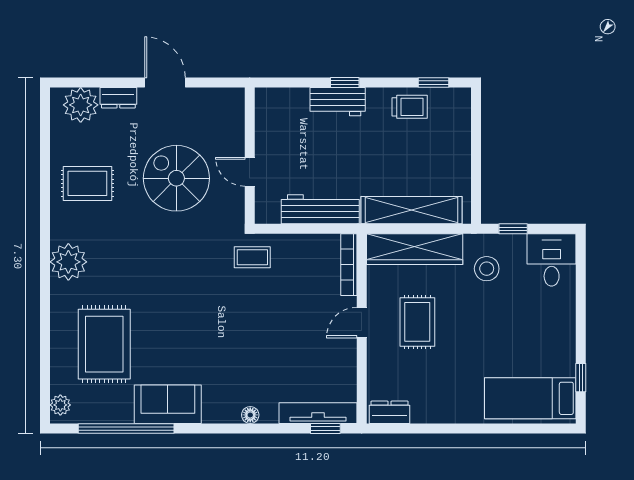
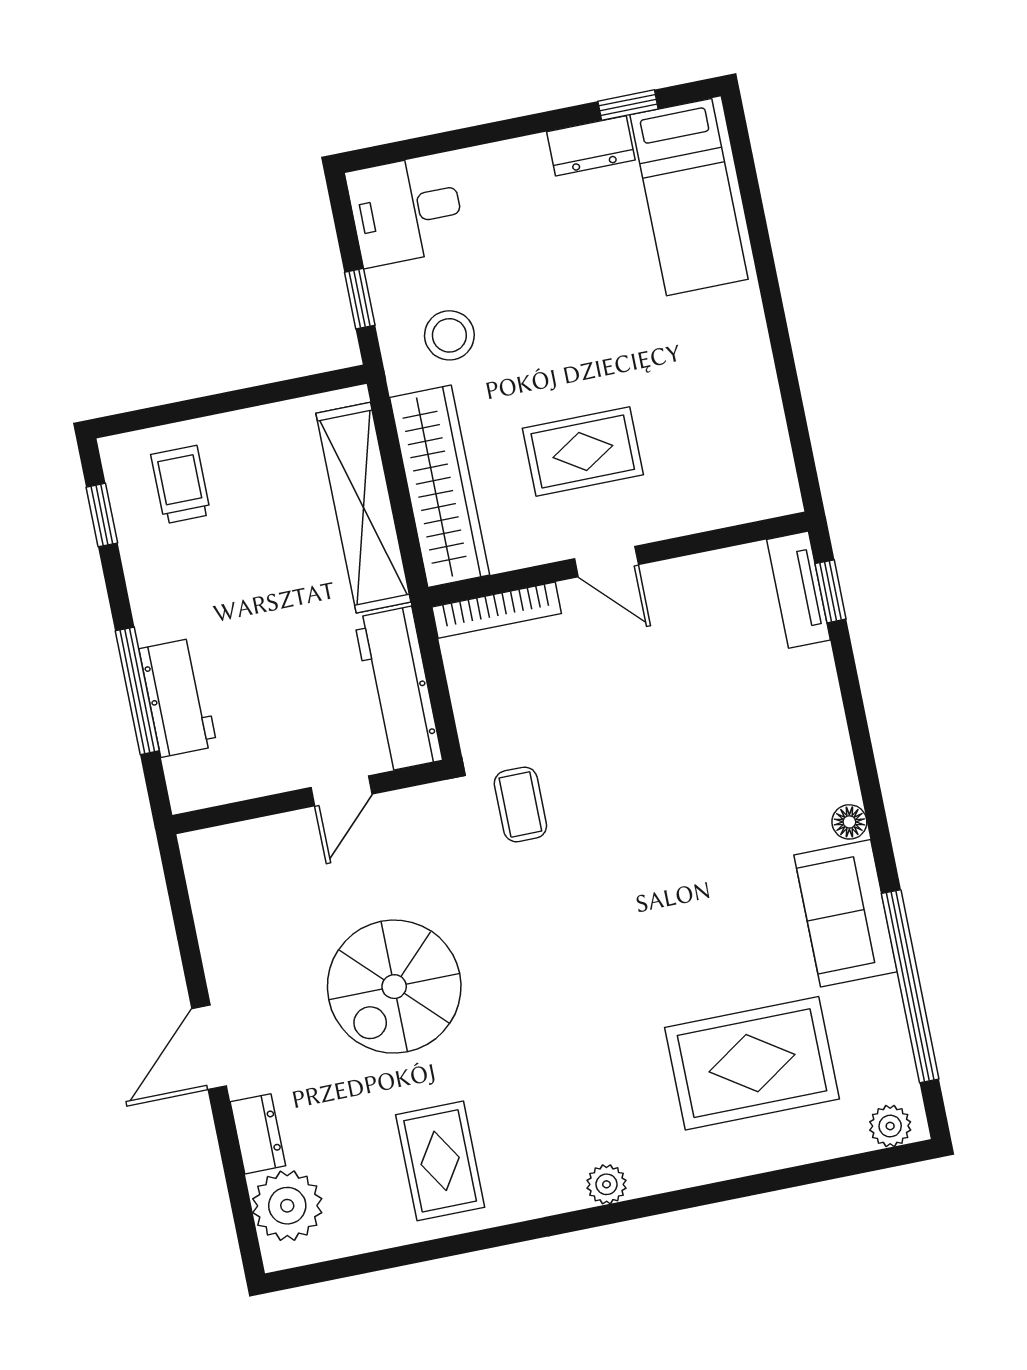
window: (345, 83) -> (137, 691), width x2.17
trolley: (410, 107) -> (181, 485), moved
wall: (250, 156) -> (309, 797), moved
door: (250, 172) -> (341, 791), moved
plant: (68, 262) -> (606, 1184), width x0.53, depth x0.53
dresser: (390, 412) -> (591, 146), moved, turned -90
tv unit: (318, 413) -> (799, 590), width x0.71
floor lamp: (250, 415) -> (849, 822), moved

